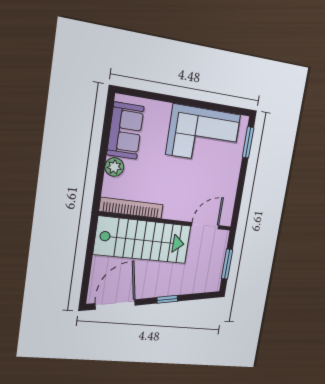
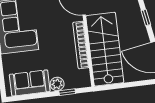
window: (100, 178) -> (67, 92), added
bookcase: (131, 208) -> (81, 45), moved

